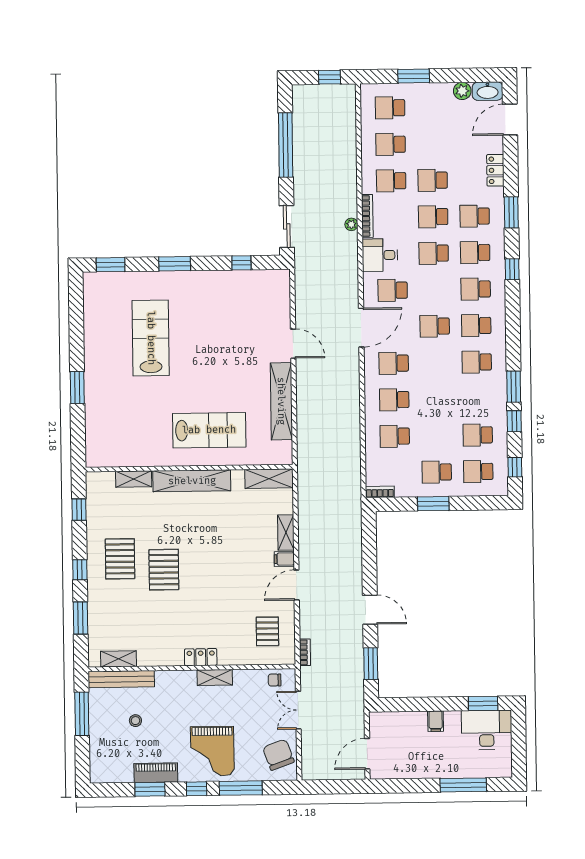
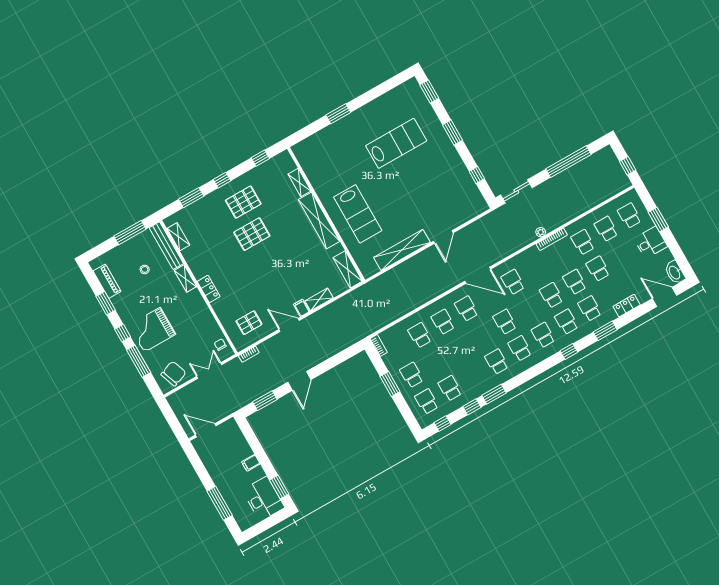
plant: (462, 91) -> (666, 256), removed
desk: (380, 255) -> (651, 242), moved, turned 90
shelving: (215, 677) -> (185, 279), moved
piano: (156, 773) -> (107, 281), moved

